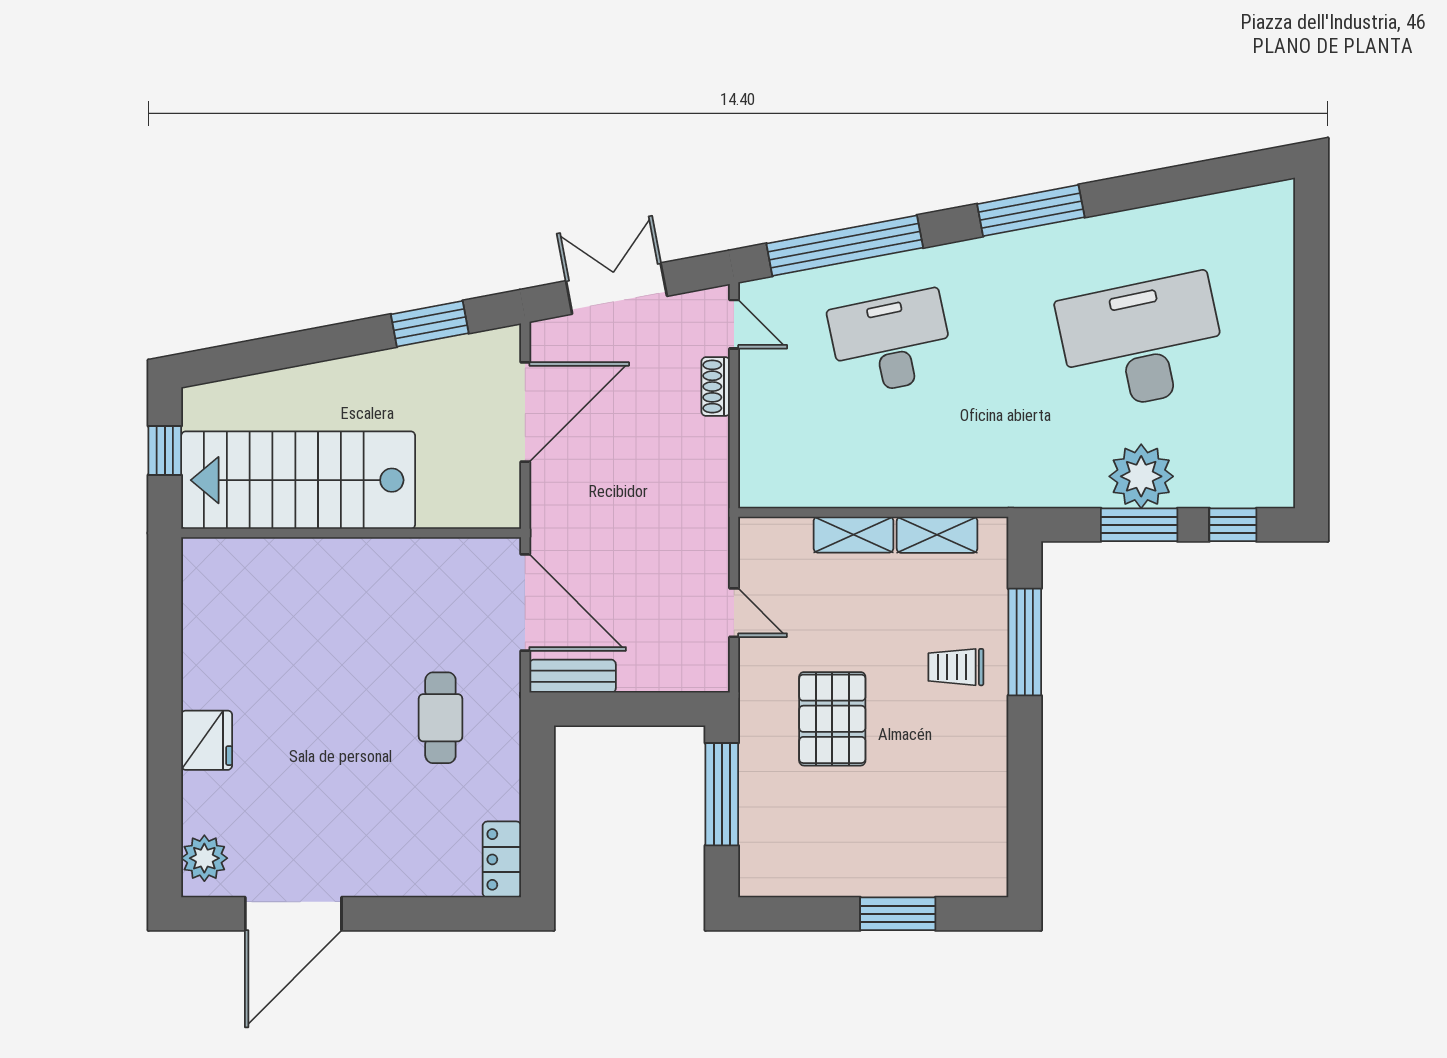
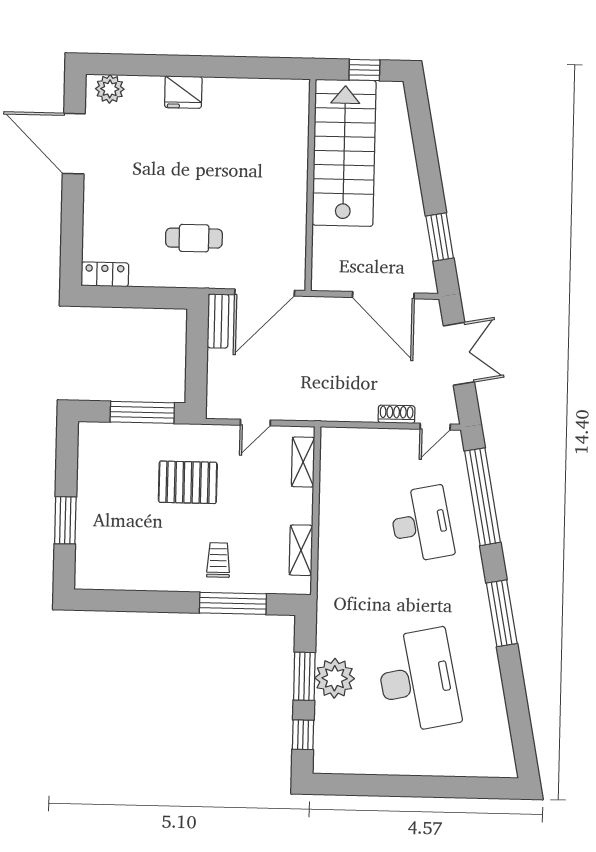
shelving: (853, 535) -> (303, 462), moved

